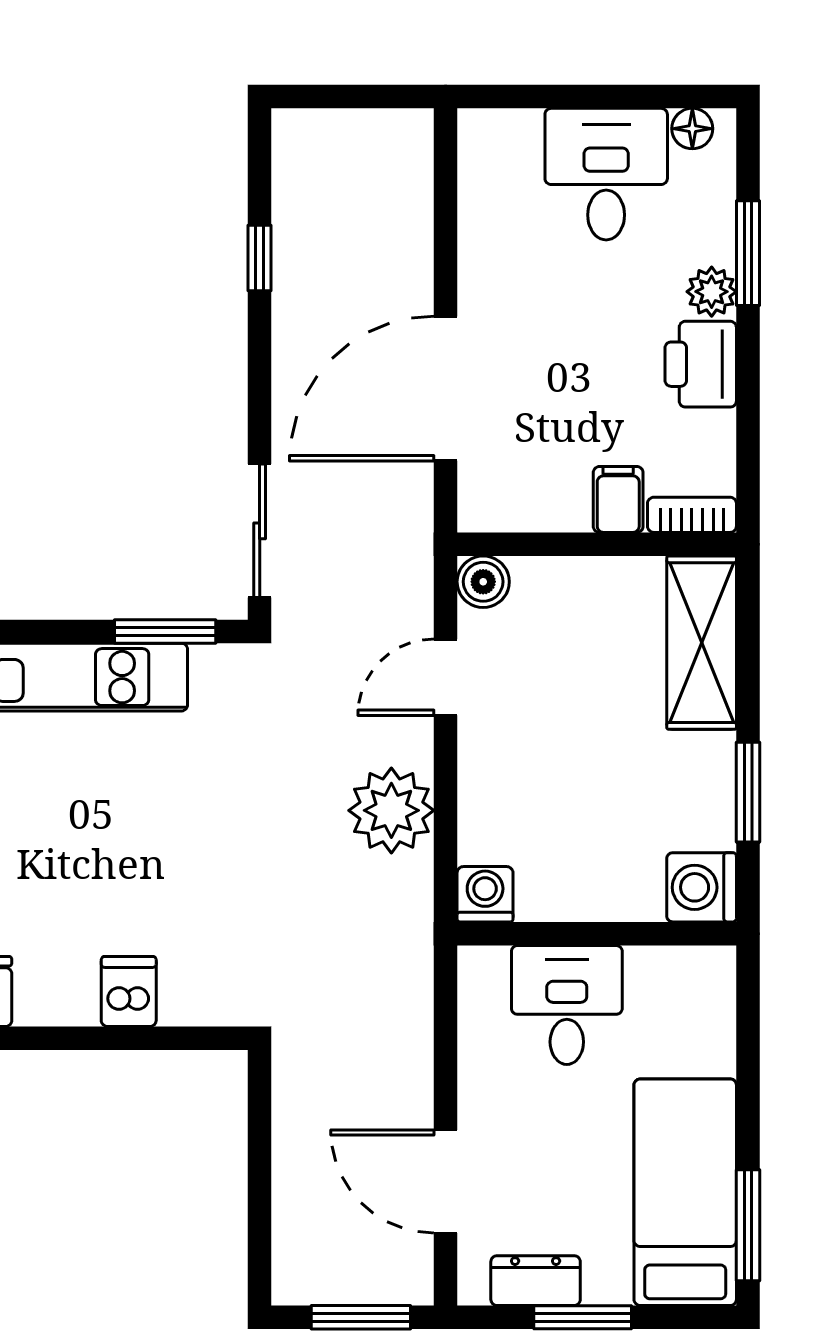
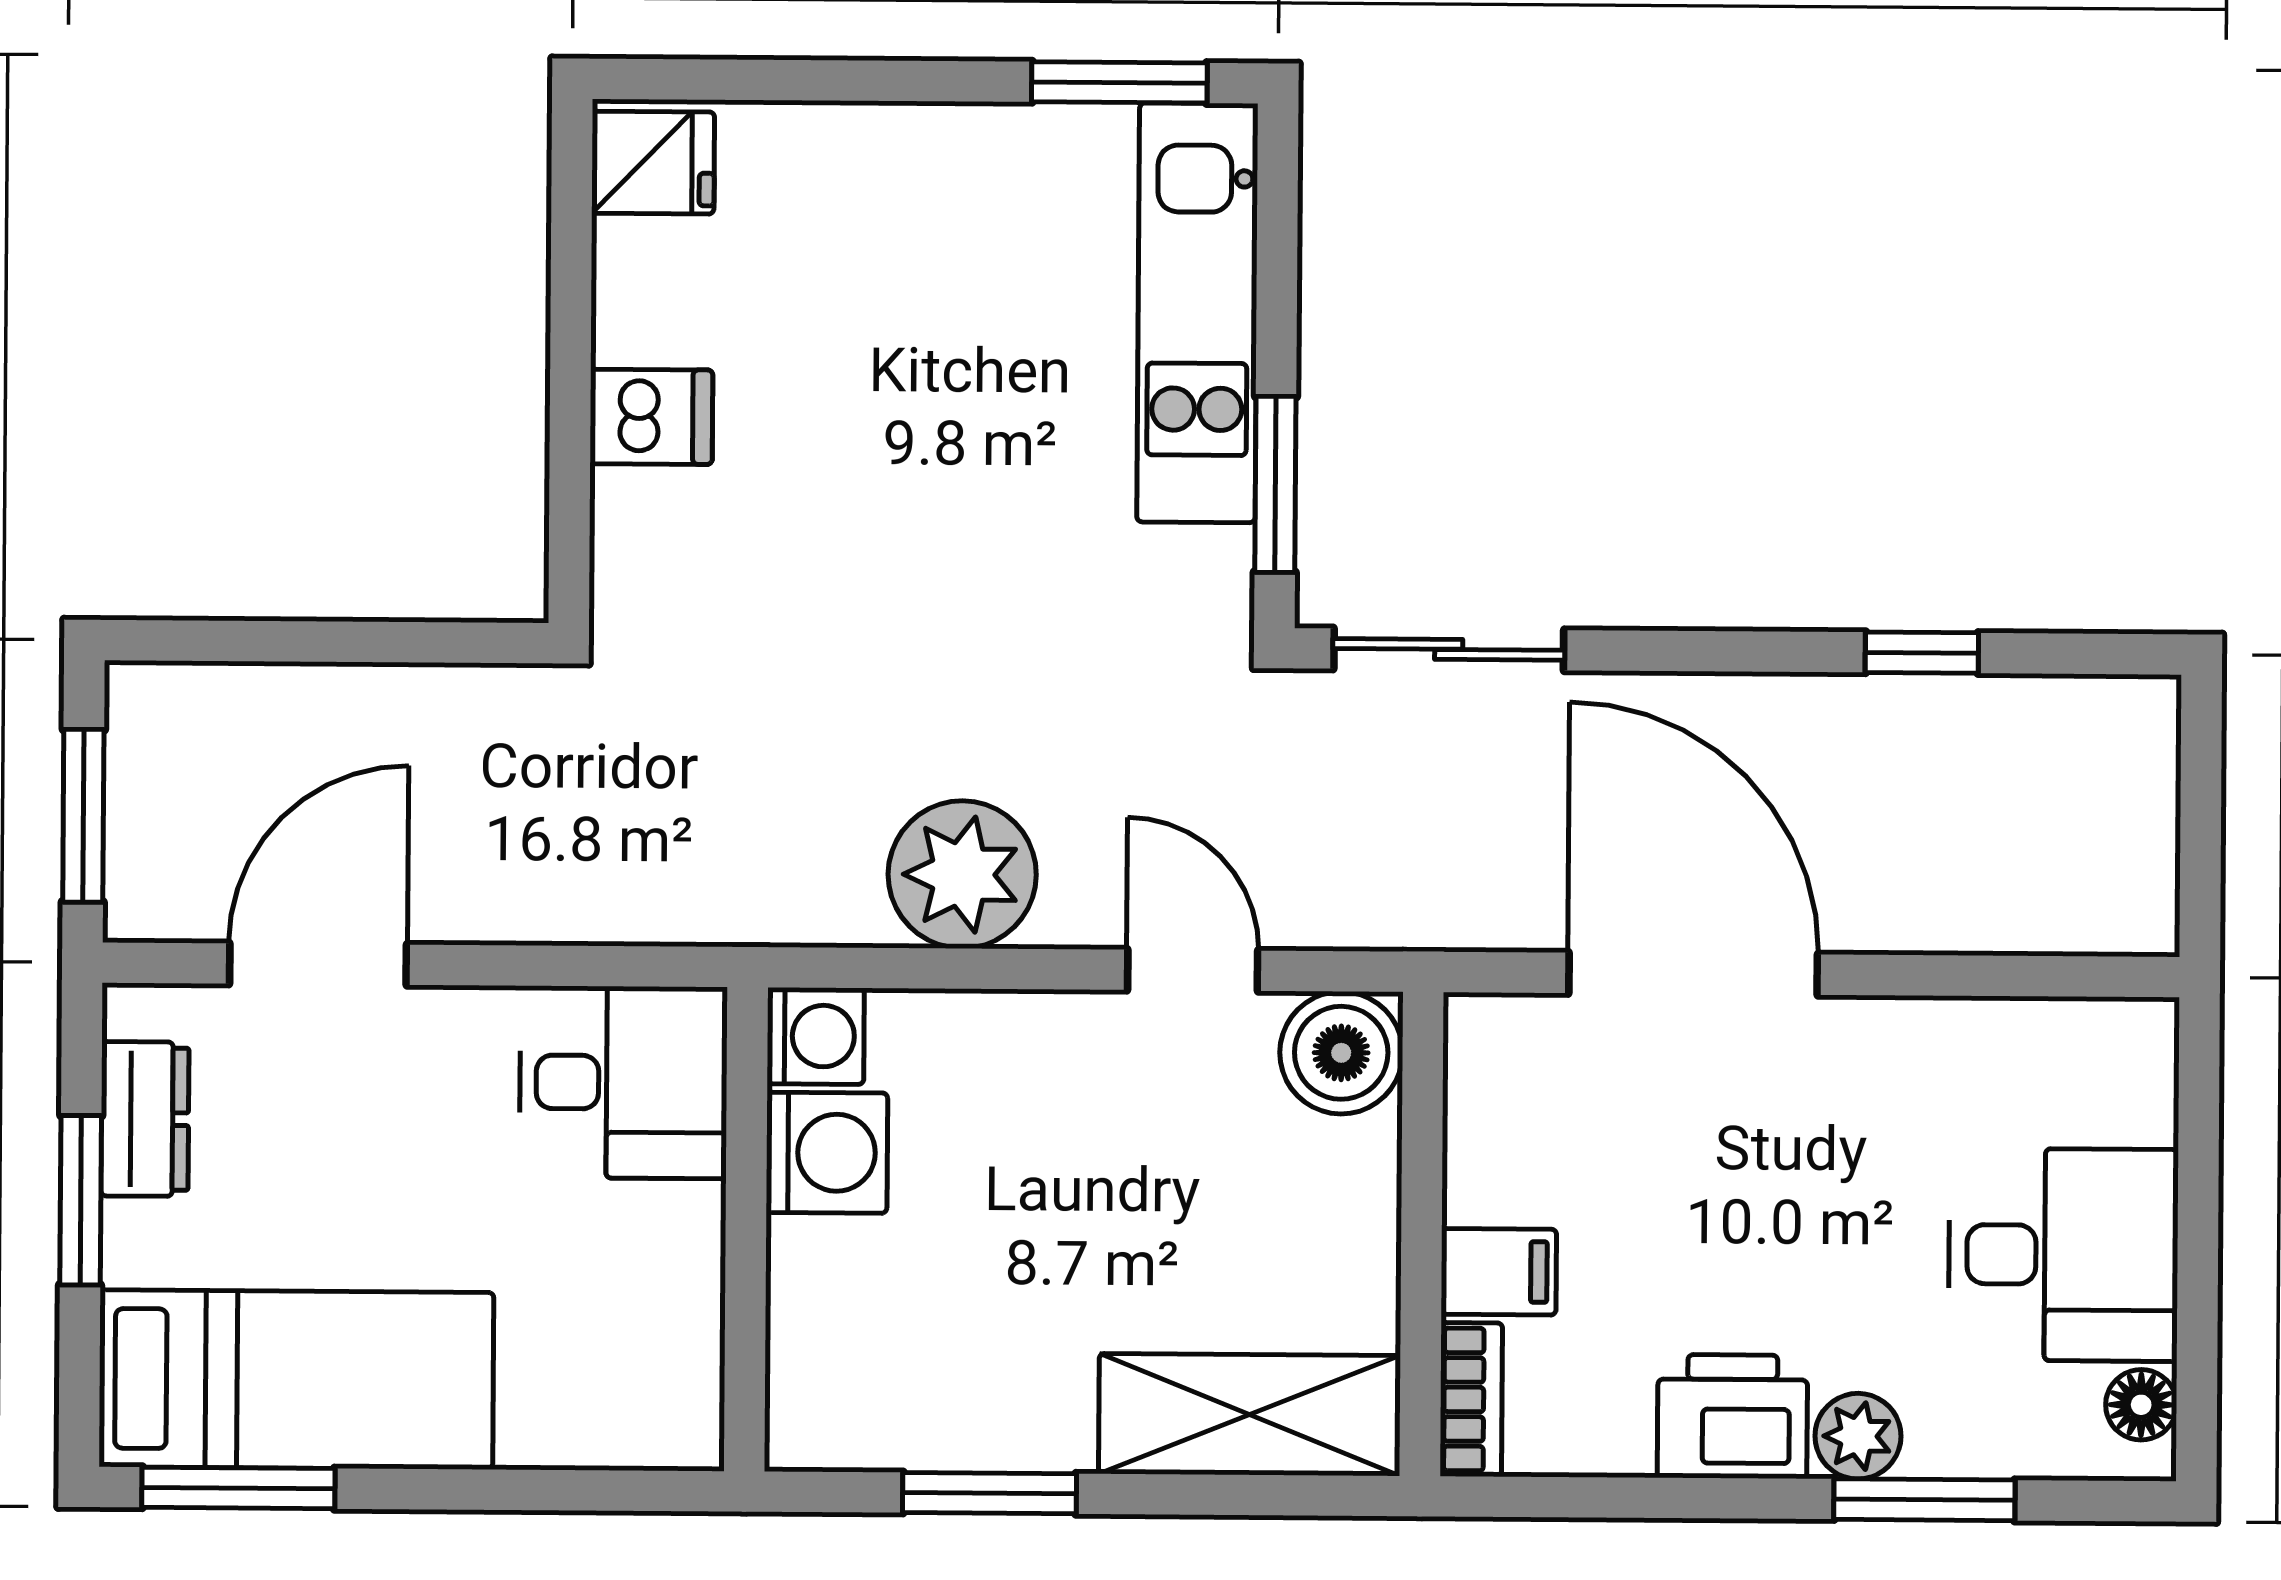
boiler: (483, 582) -> (1341, 1053), width x1.36, depth x1.36
washing machine: (702, 887) -> (827, 1153), moved, turned 90
desk: (567, 1005) -> (623, 1082), moved

